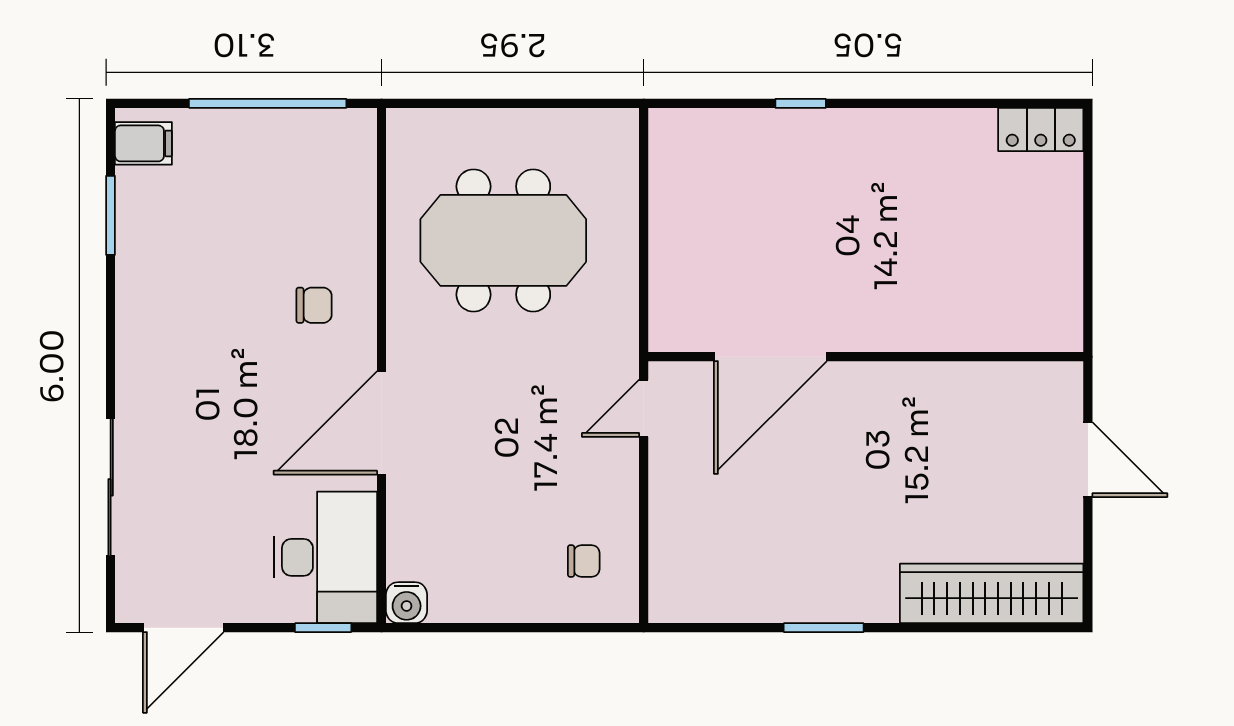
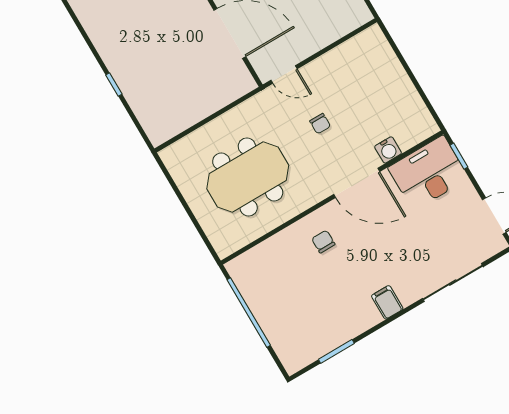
filing cabinet: (143, 143) -> (387, 302), moved
meeting table: (503, 240) -> (248, 177), turned 90
chair: (584, 561) -> (320, 124), moved, turned 180
water cooler: (407, 603) -> (388, 150), moved, turned 90

